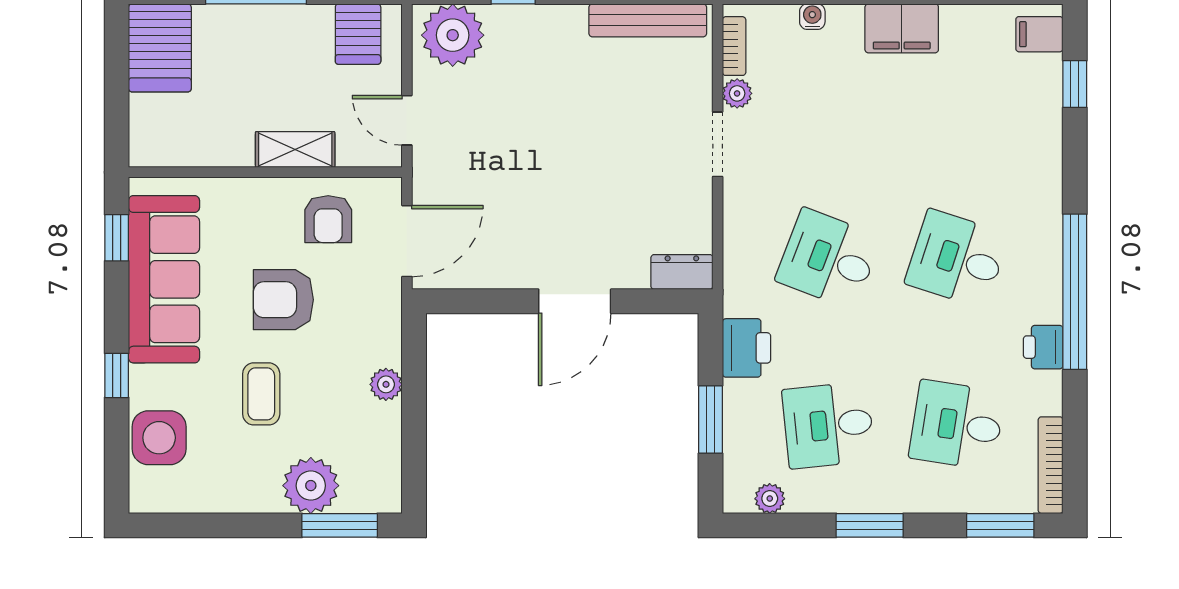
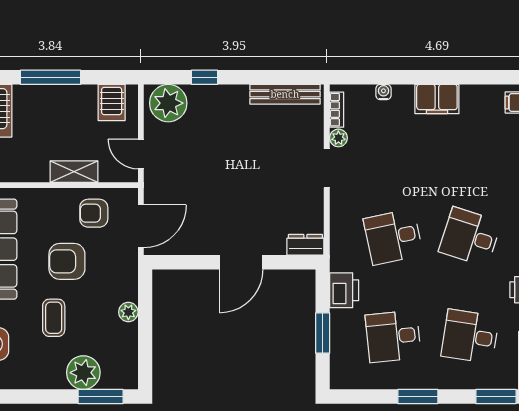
armchair: (328, 219) -> (94, 213), turned 90
desk: (828, 259) -> (393, 237), turned -33
plant: (770, 499) -> (358, 380), removed

